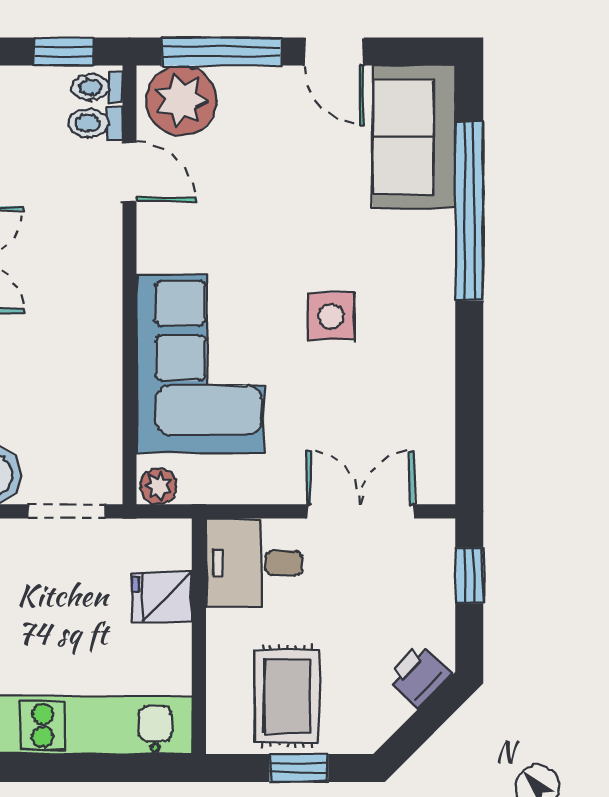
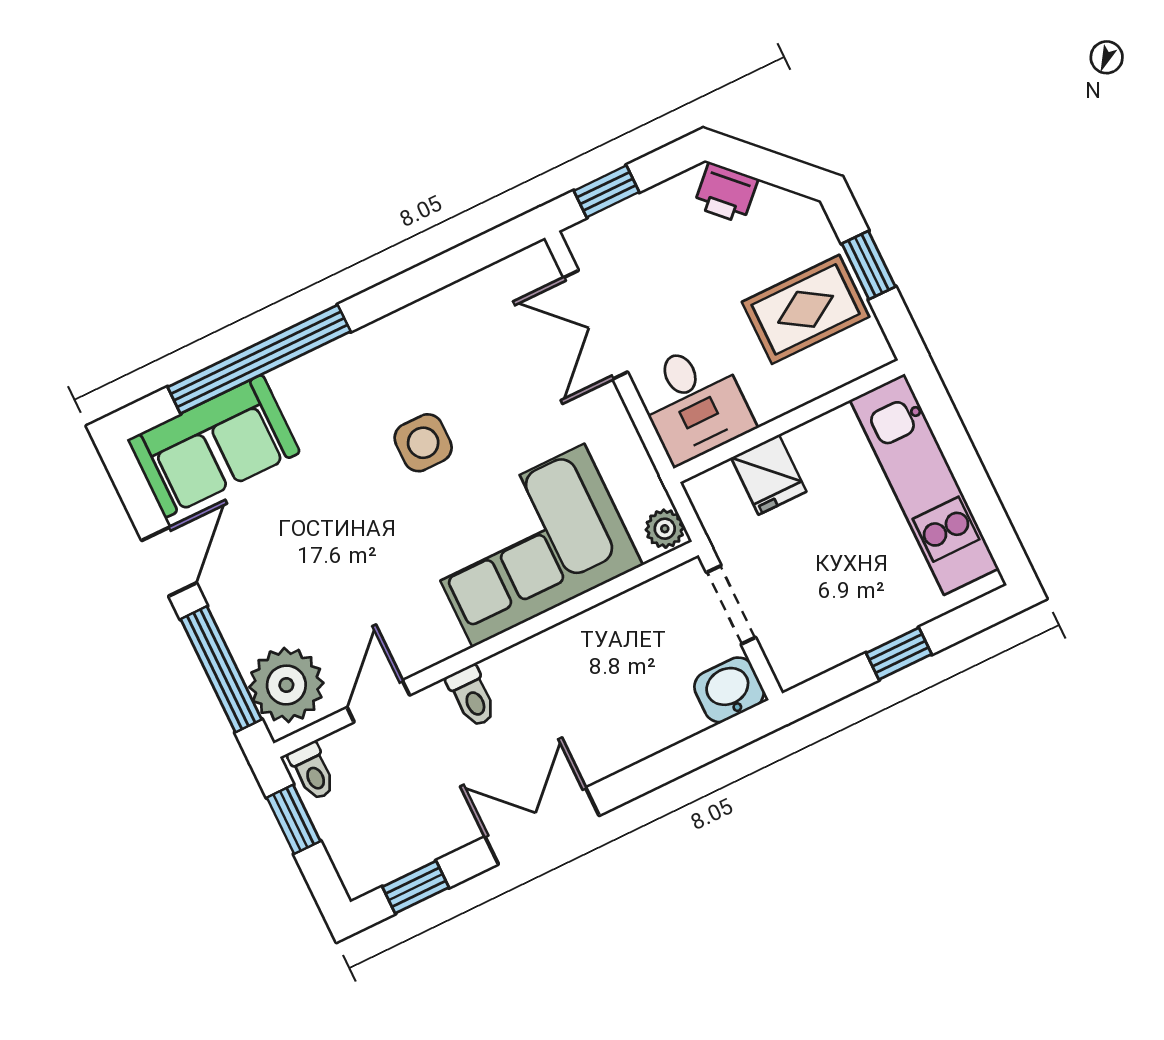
toilet: (95, 123) -> (472, 696), moved

